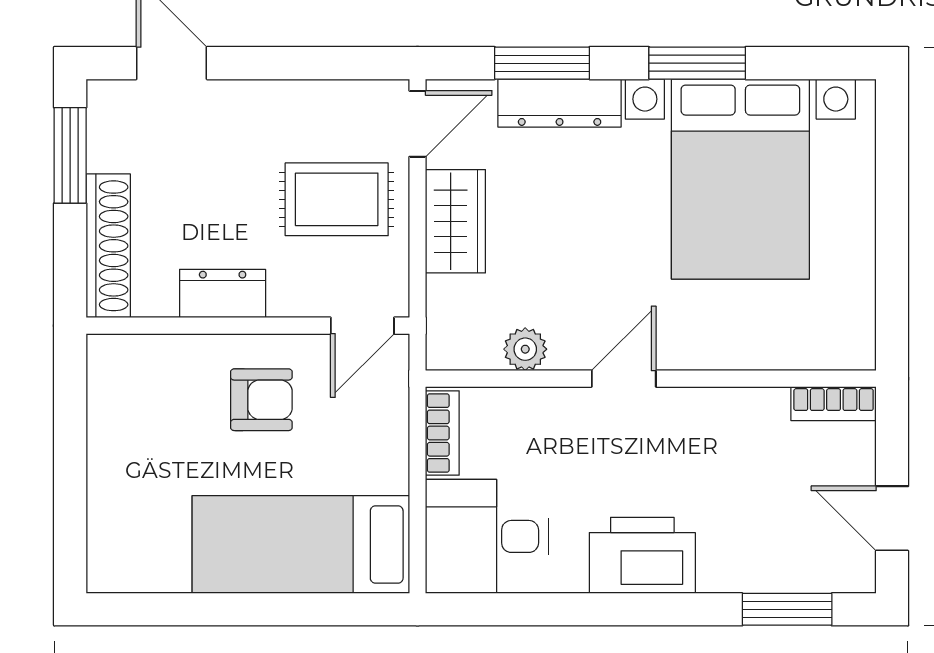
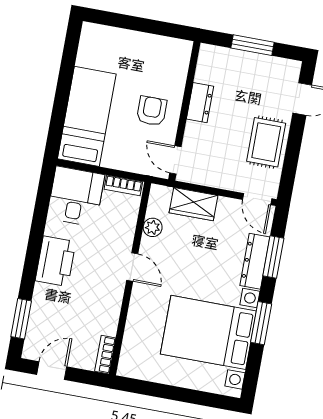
window: (70, 155) -> (252, 45), moved
rug: (337, 199) -> (266, 142), moved
wardrobe: (455, 221) -> (193, 204), moved
shoe rack: (108, 246) -> (229, 58), removed
armchair: (261, 400) -> (152, 111), turned 180

